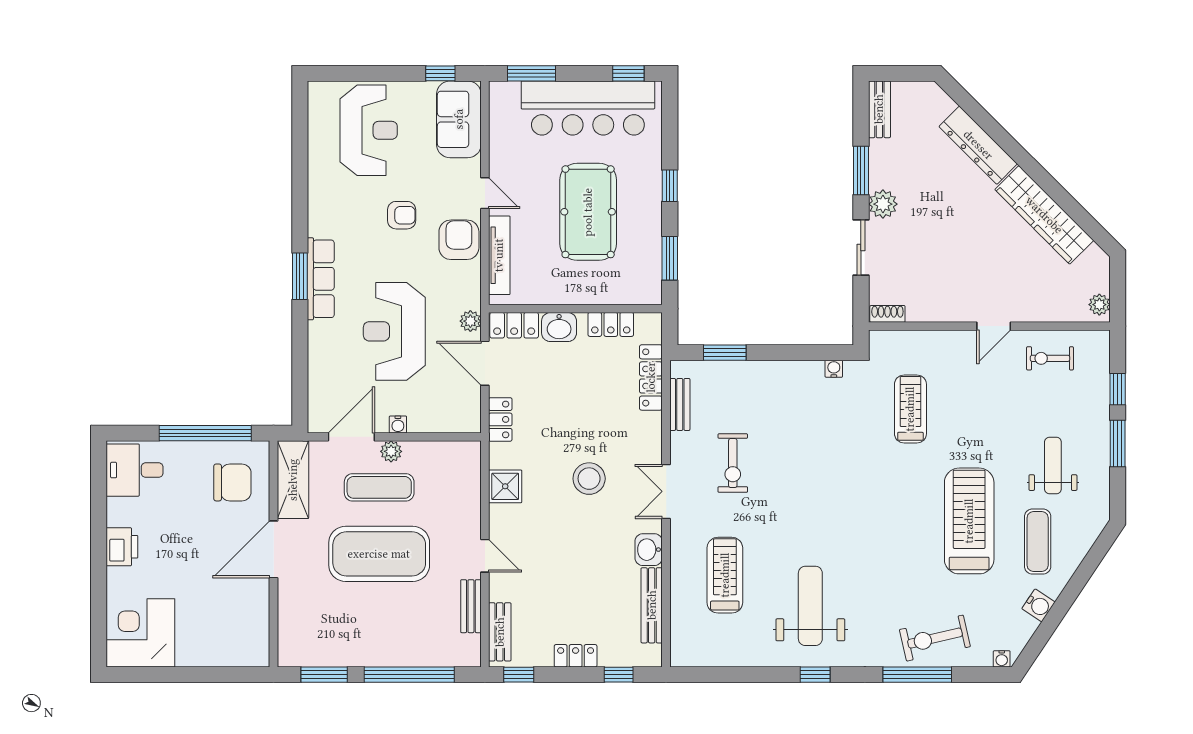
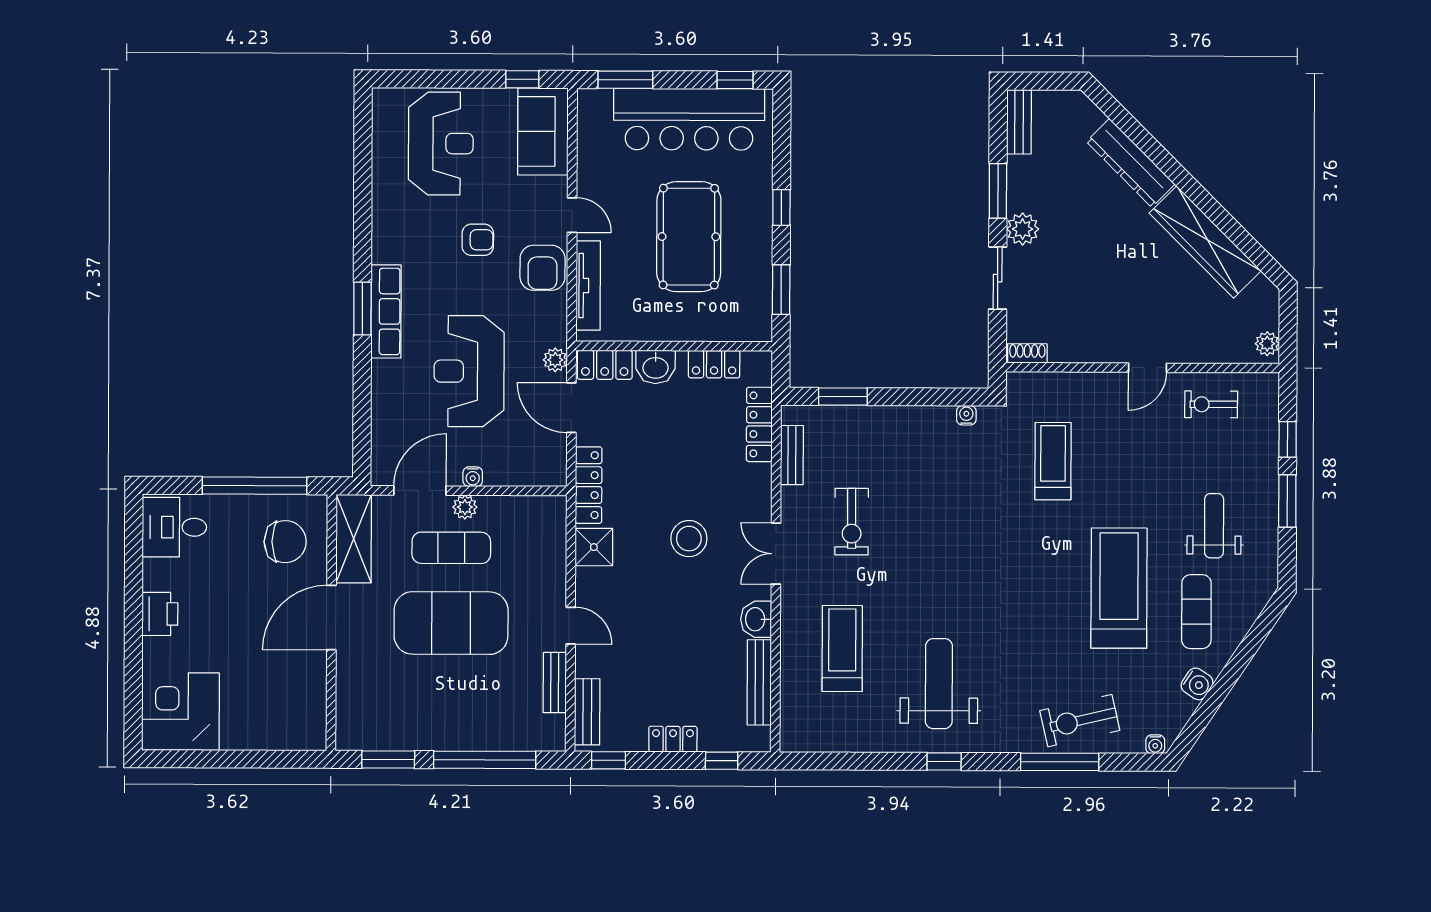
armchair: (459, 240) -> (542, 268), turned 180
locker: (500, 419) -> (589, 485), width x1.53

